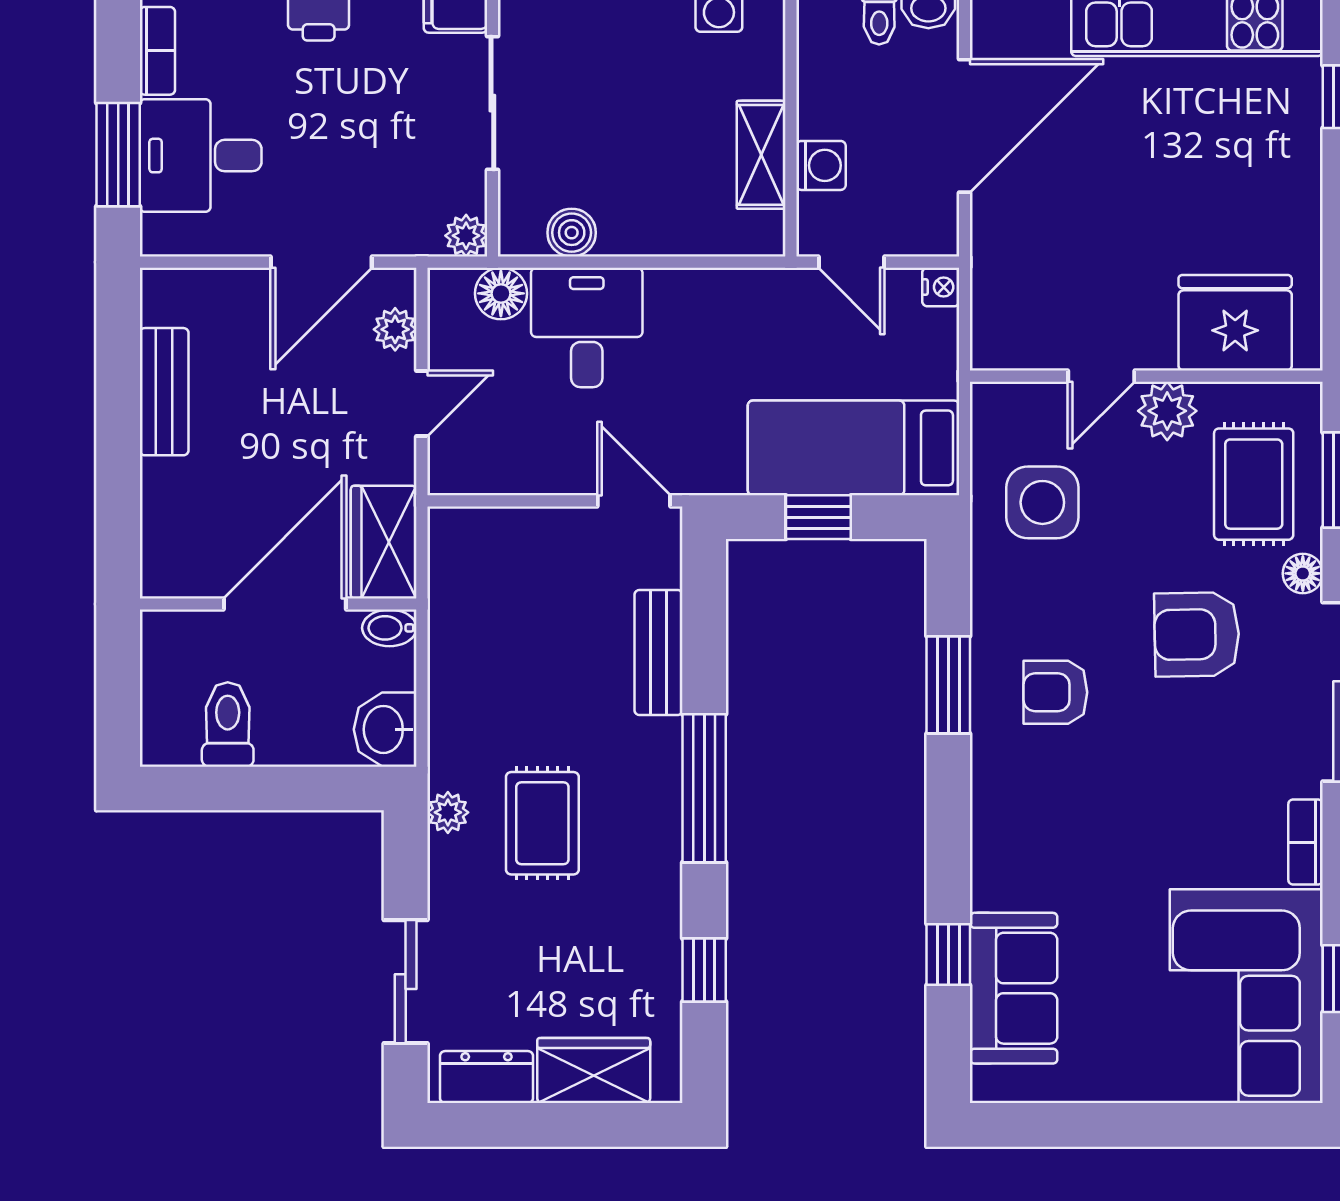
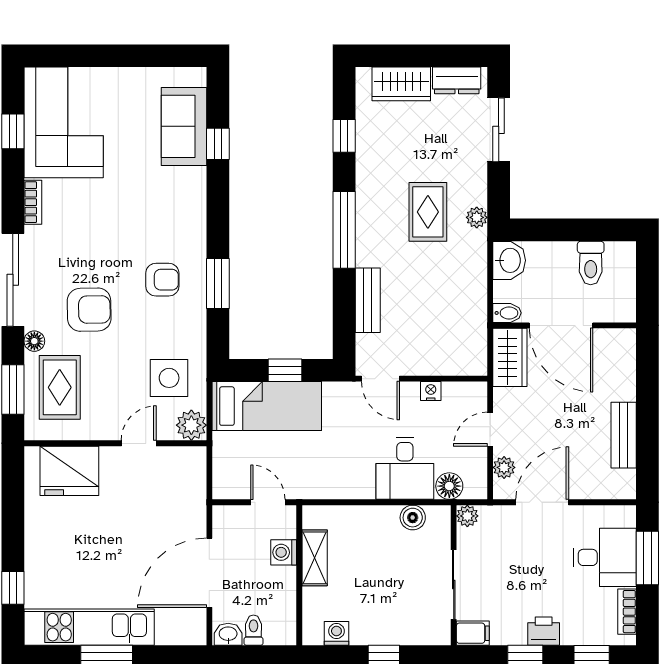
nightstand: (941, 287) -> (431, 391), moved, turned 90
plant: (1167, 411) -> (191, 425), moved
door: (285, 604) -> (561, 325), hinge flipped

